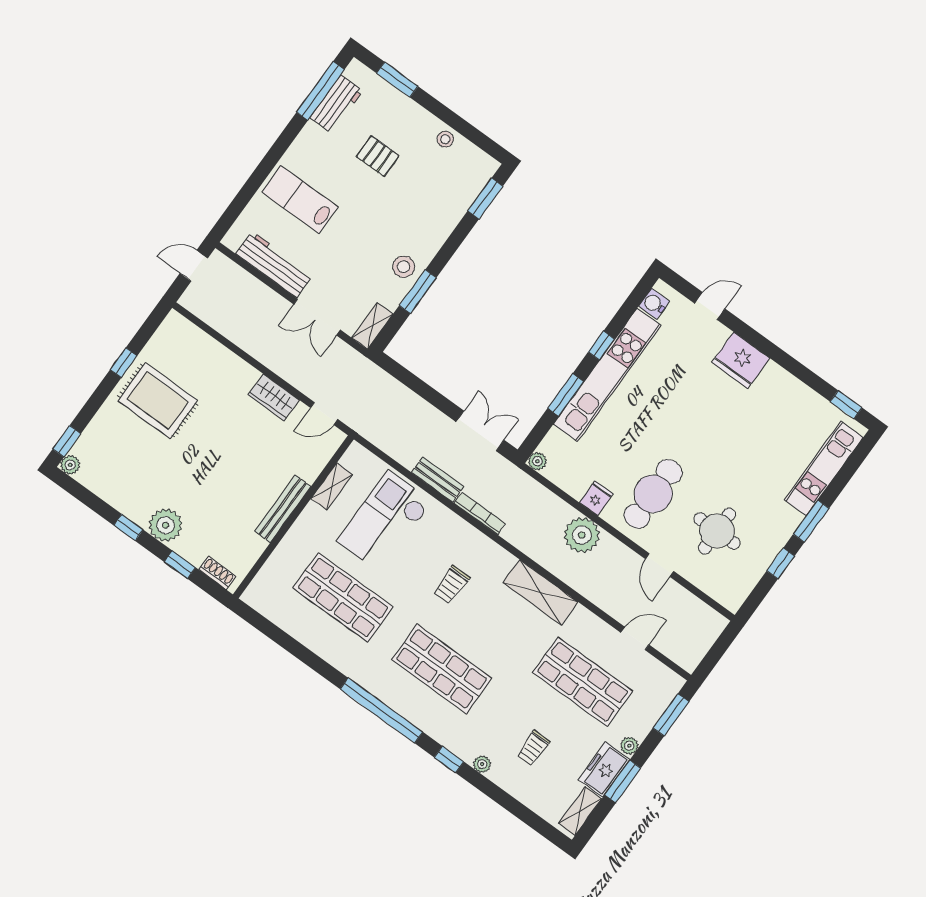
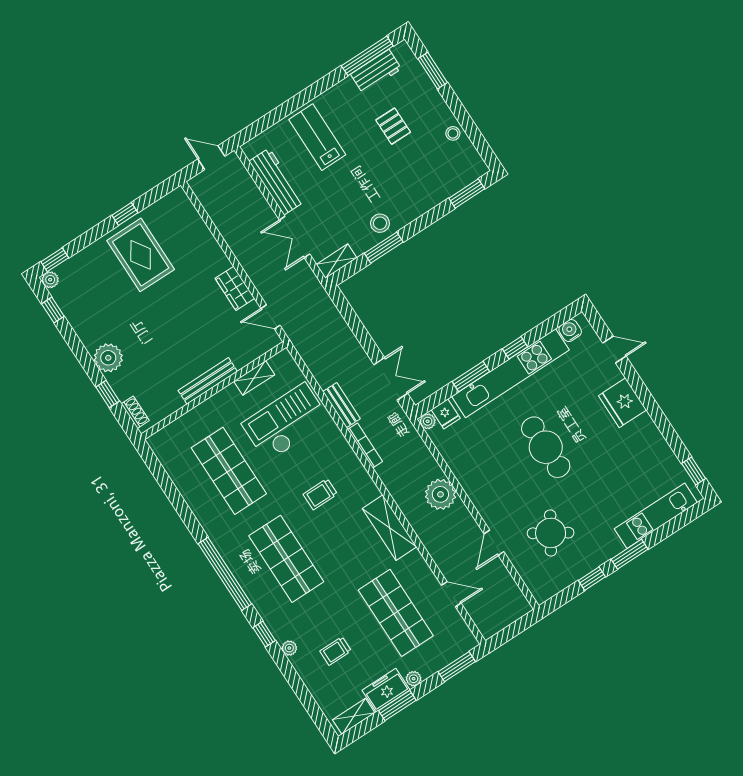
cafe table: (653, 494) -> (546, 447), moved, turned 90
fridge: (596, 498) -> (446, 414), moved, turned 90
window: (128, 527) -> (53, 310), moved
round table: (717, 531) -> (551, 533), turned 32

